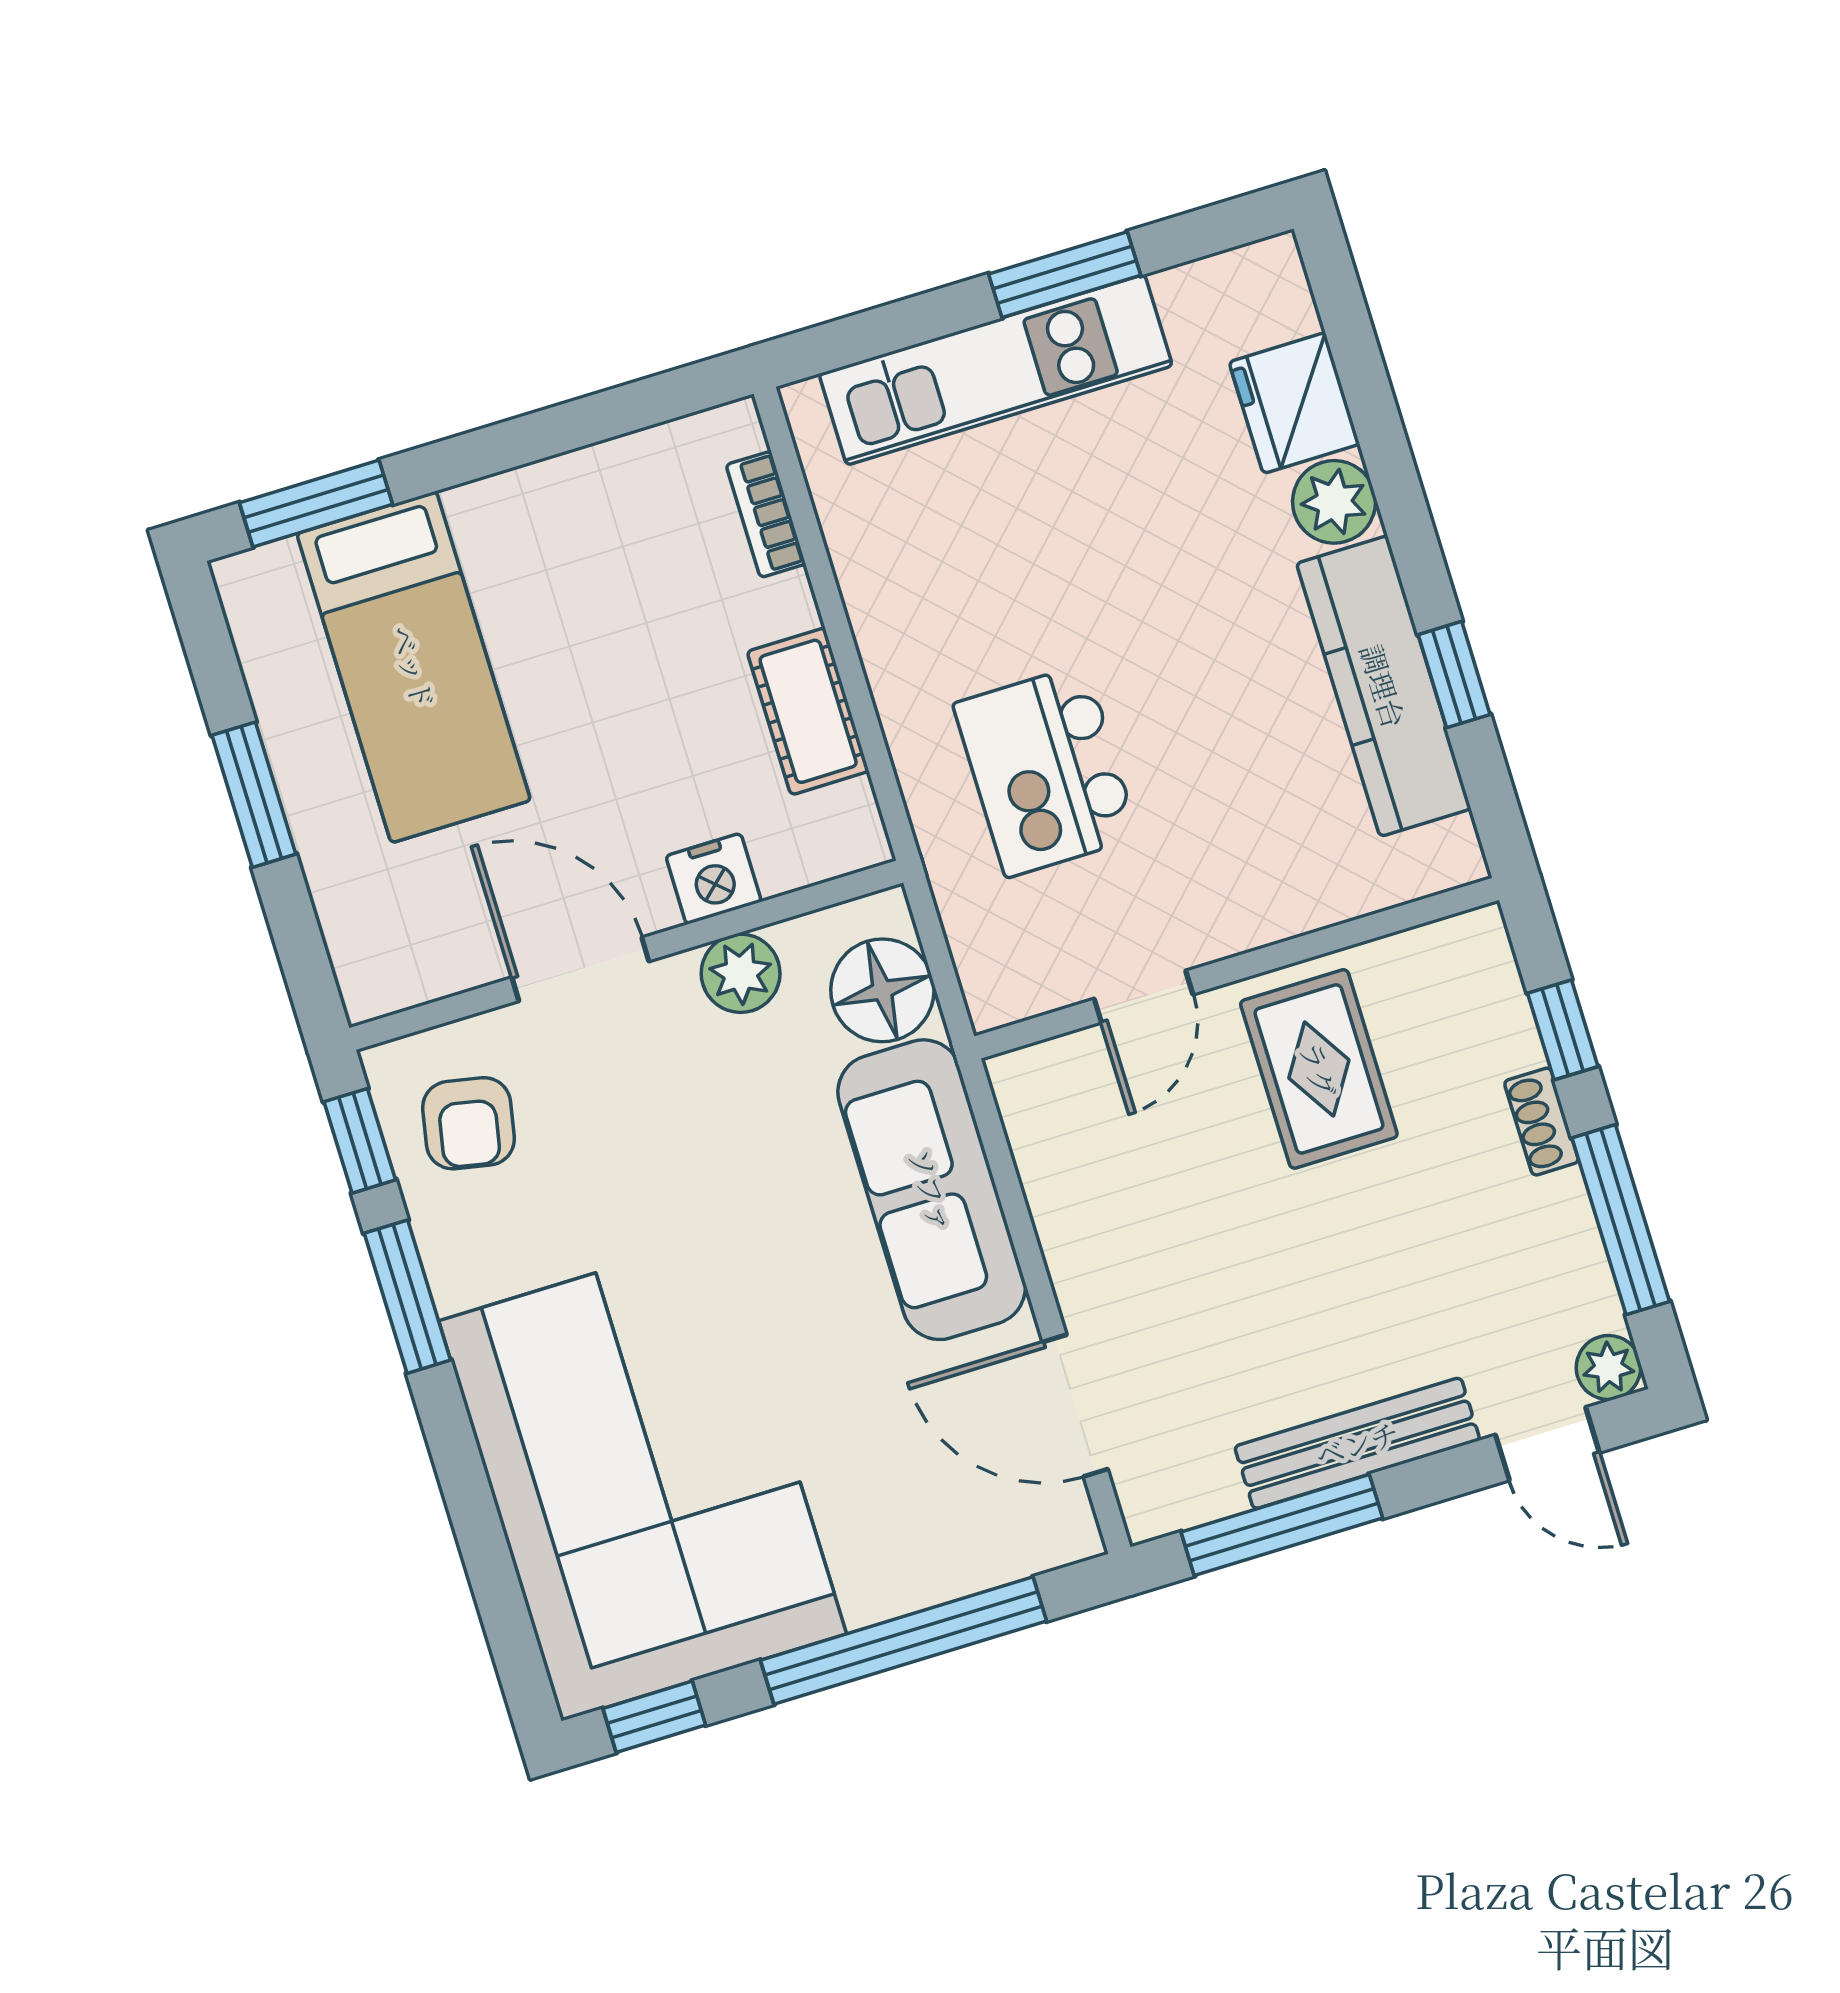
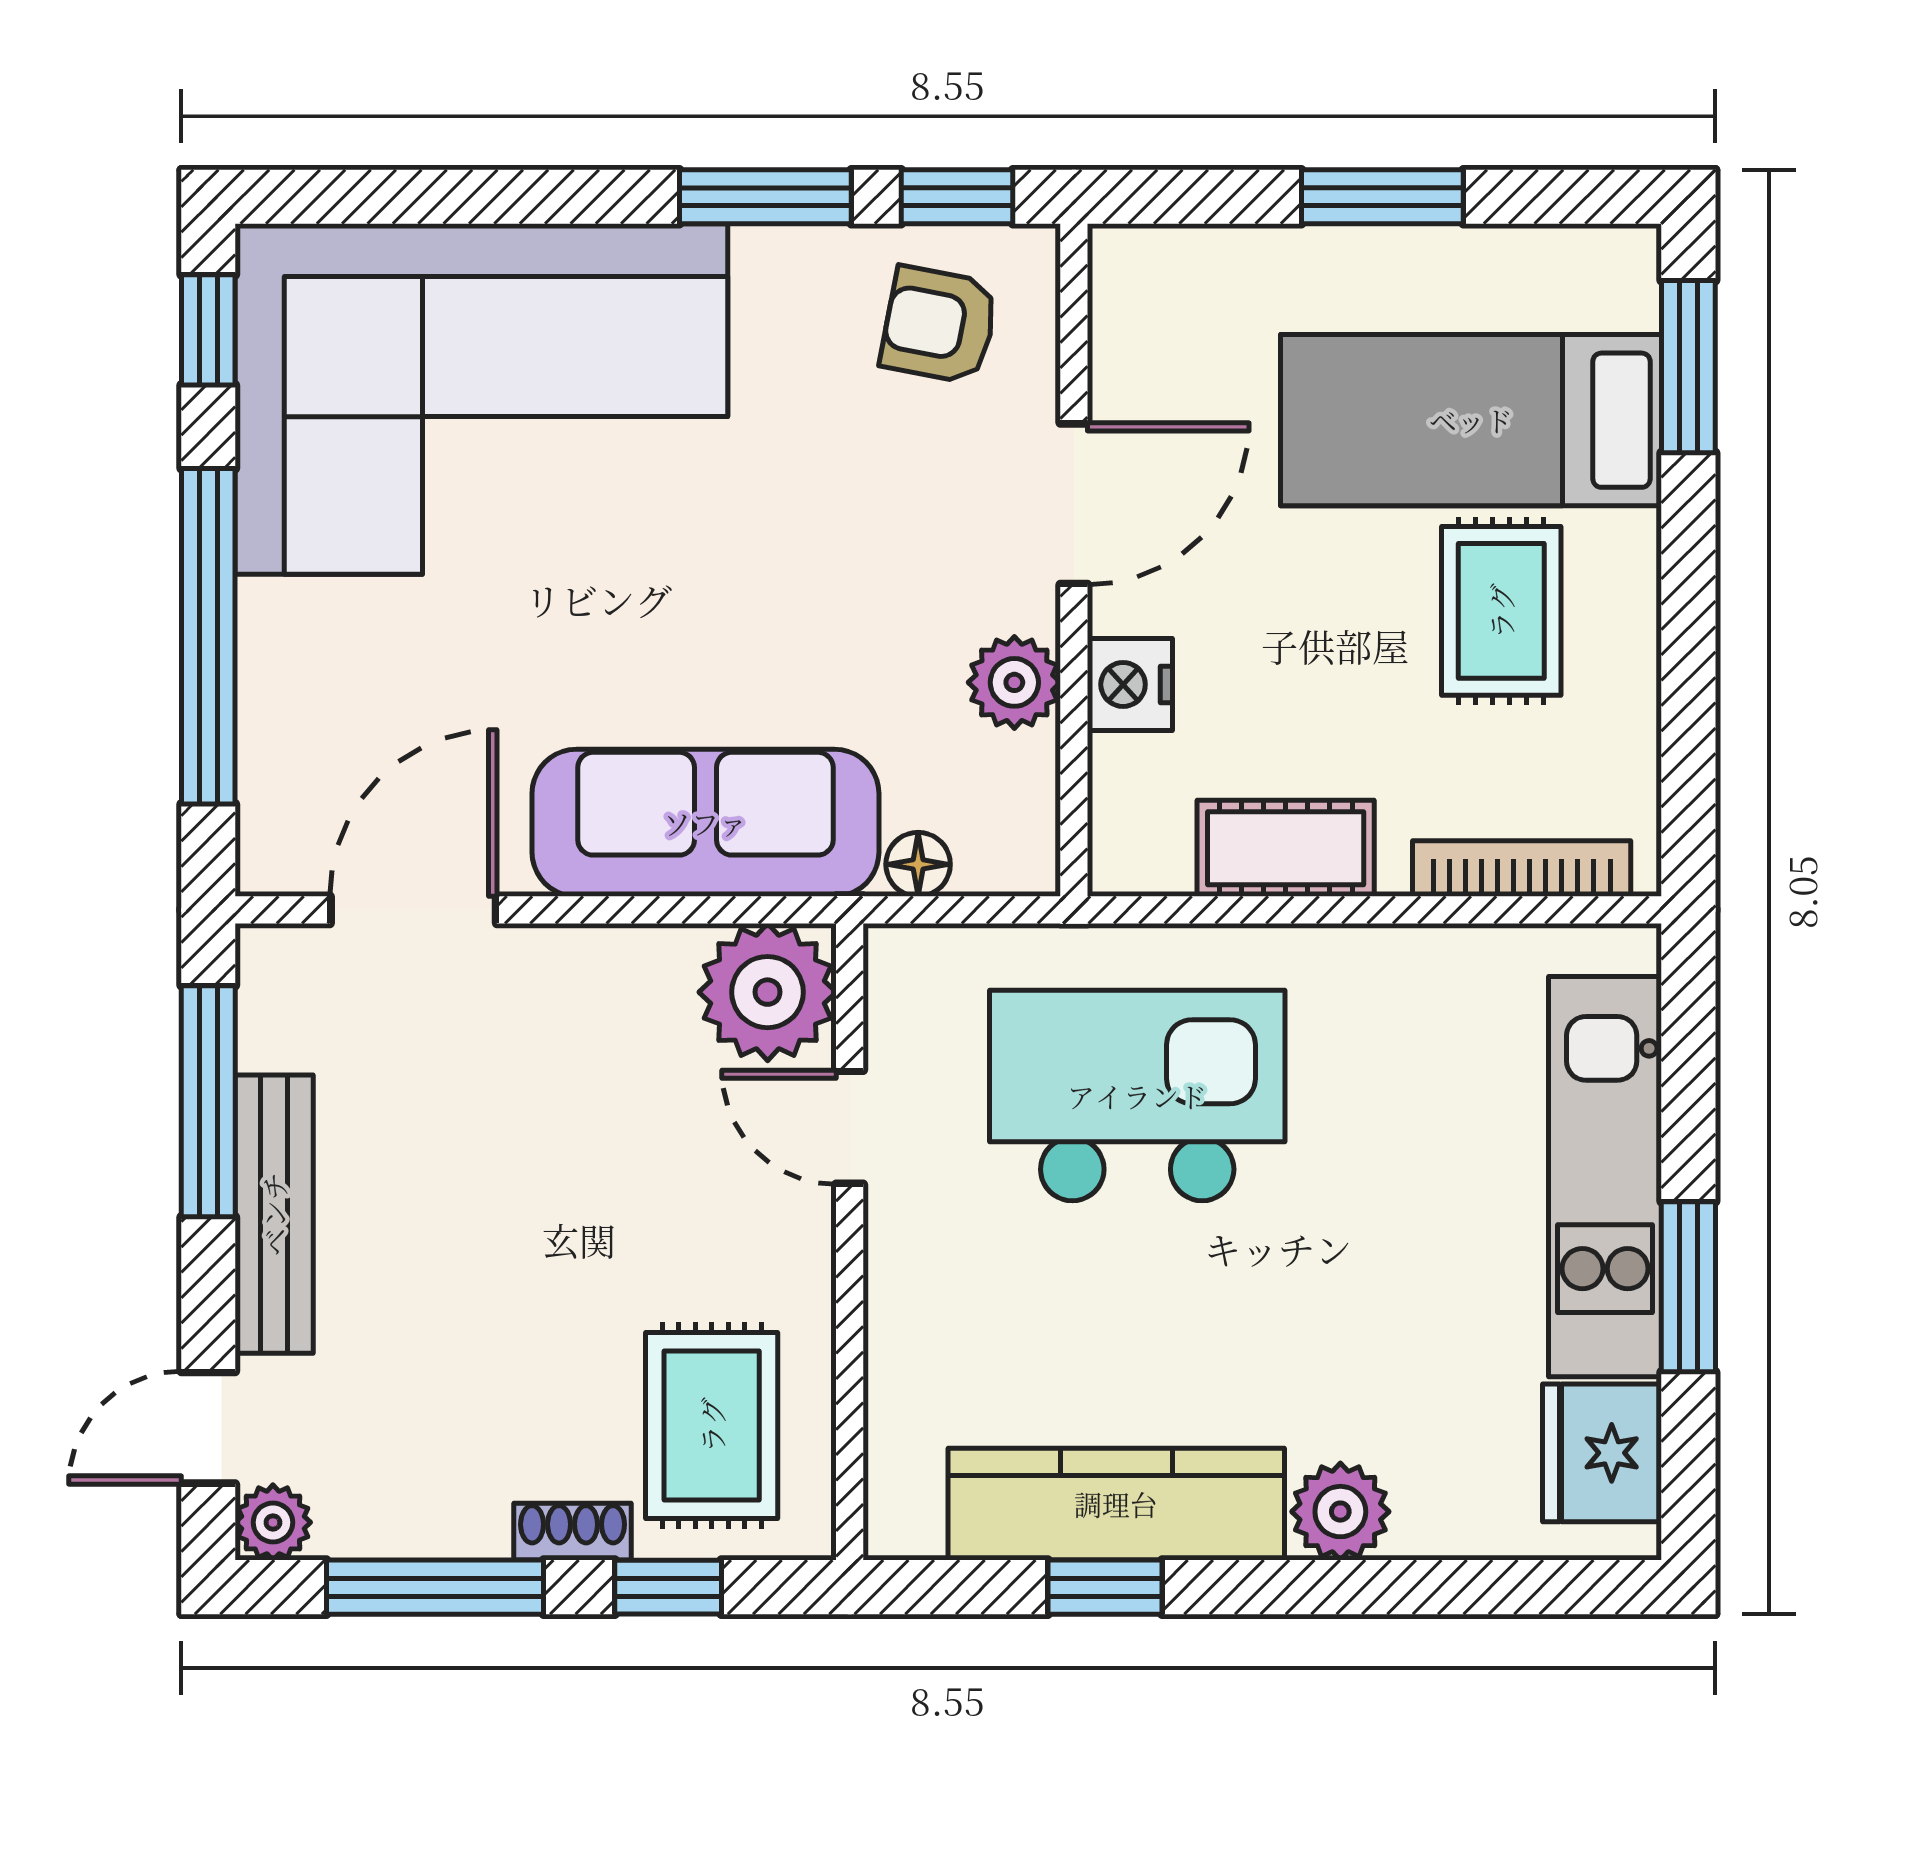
fridge: (1294, 403) -> (1602, 1453), moved, turned -90
bookcase: (766, 514) -> (1522, 869), width x1.56
rug: (561, 595) -> (1501, 611), added
kitchen island: (1046, 771) -> (1137, 1096), width x1.37, depth x1.28
floor lamp: (882, 990) -> (918, 864), width x0.53, depth x0.53
rug: (1319, 1069) -> (712, 1425), moved, turned 90
plant: (1054, 1097) -> (768, 992), added

